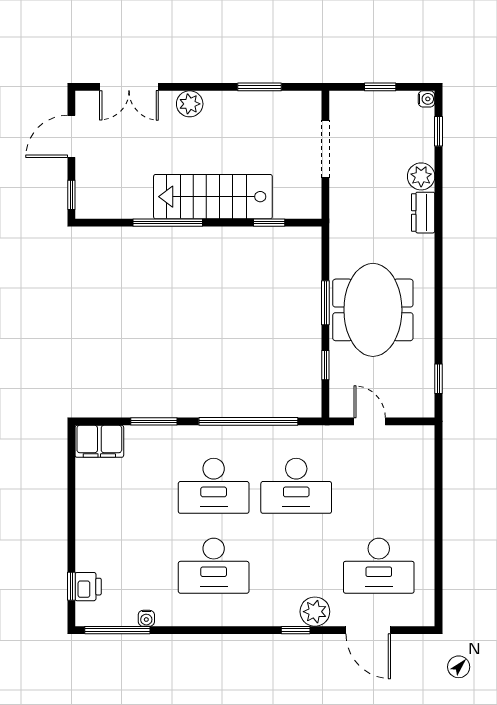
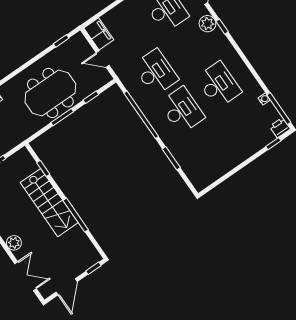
door: (71, 136) -> (67, 287), hinge flipped
door: (370, 421) -> (103, 59), hinge flipped
filing cabinet: (99, 441) -> (99, 34), moved
printer: (88, 587) -> (280, 128), moved

